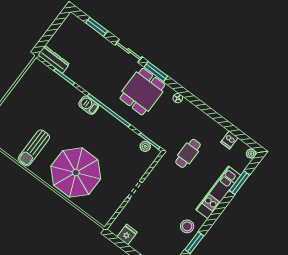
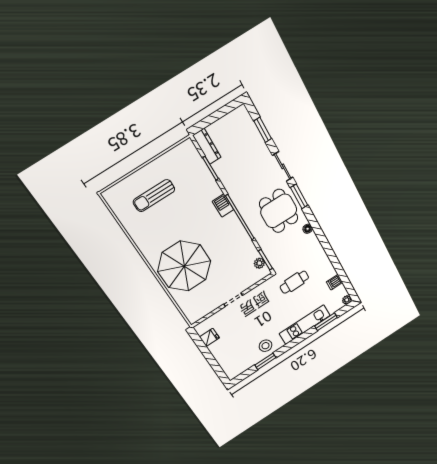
dining table: (142, 92) -> (279, 211), turned 90
sun lounger: (34, 148) -> (154, 196), moved

